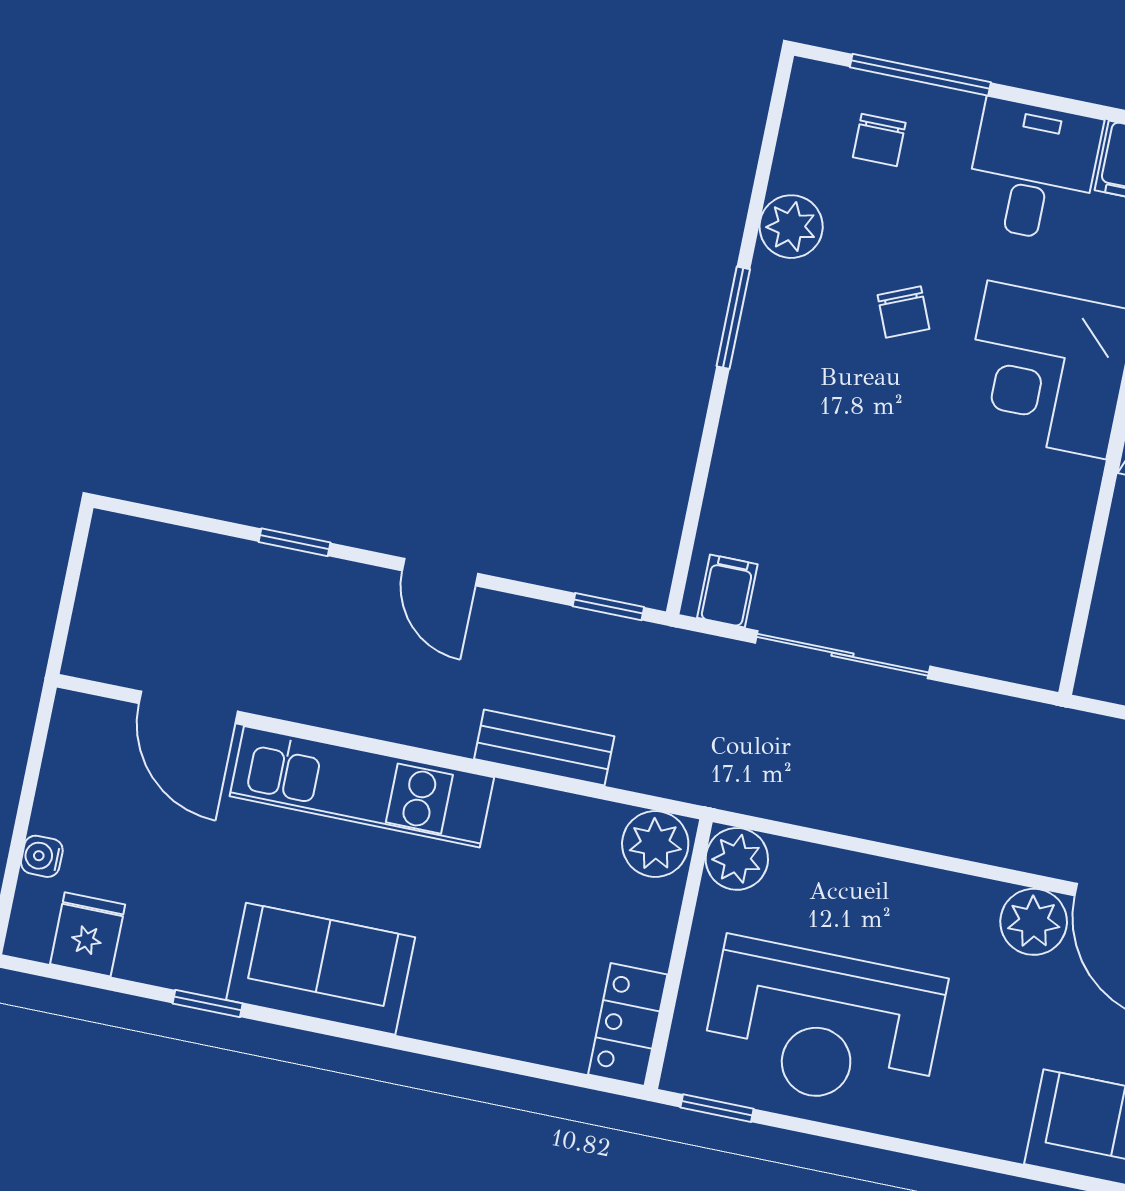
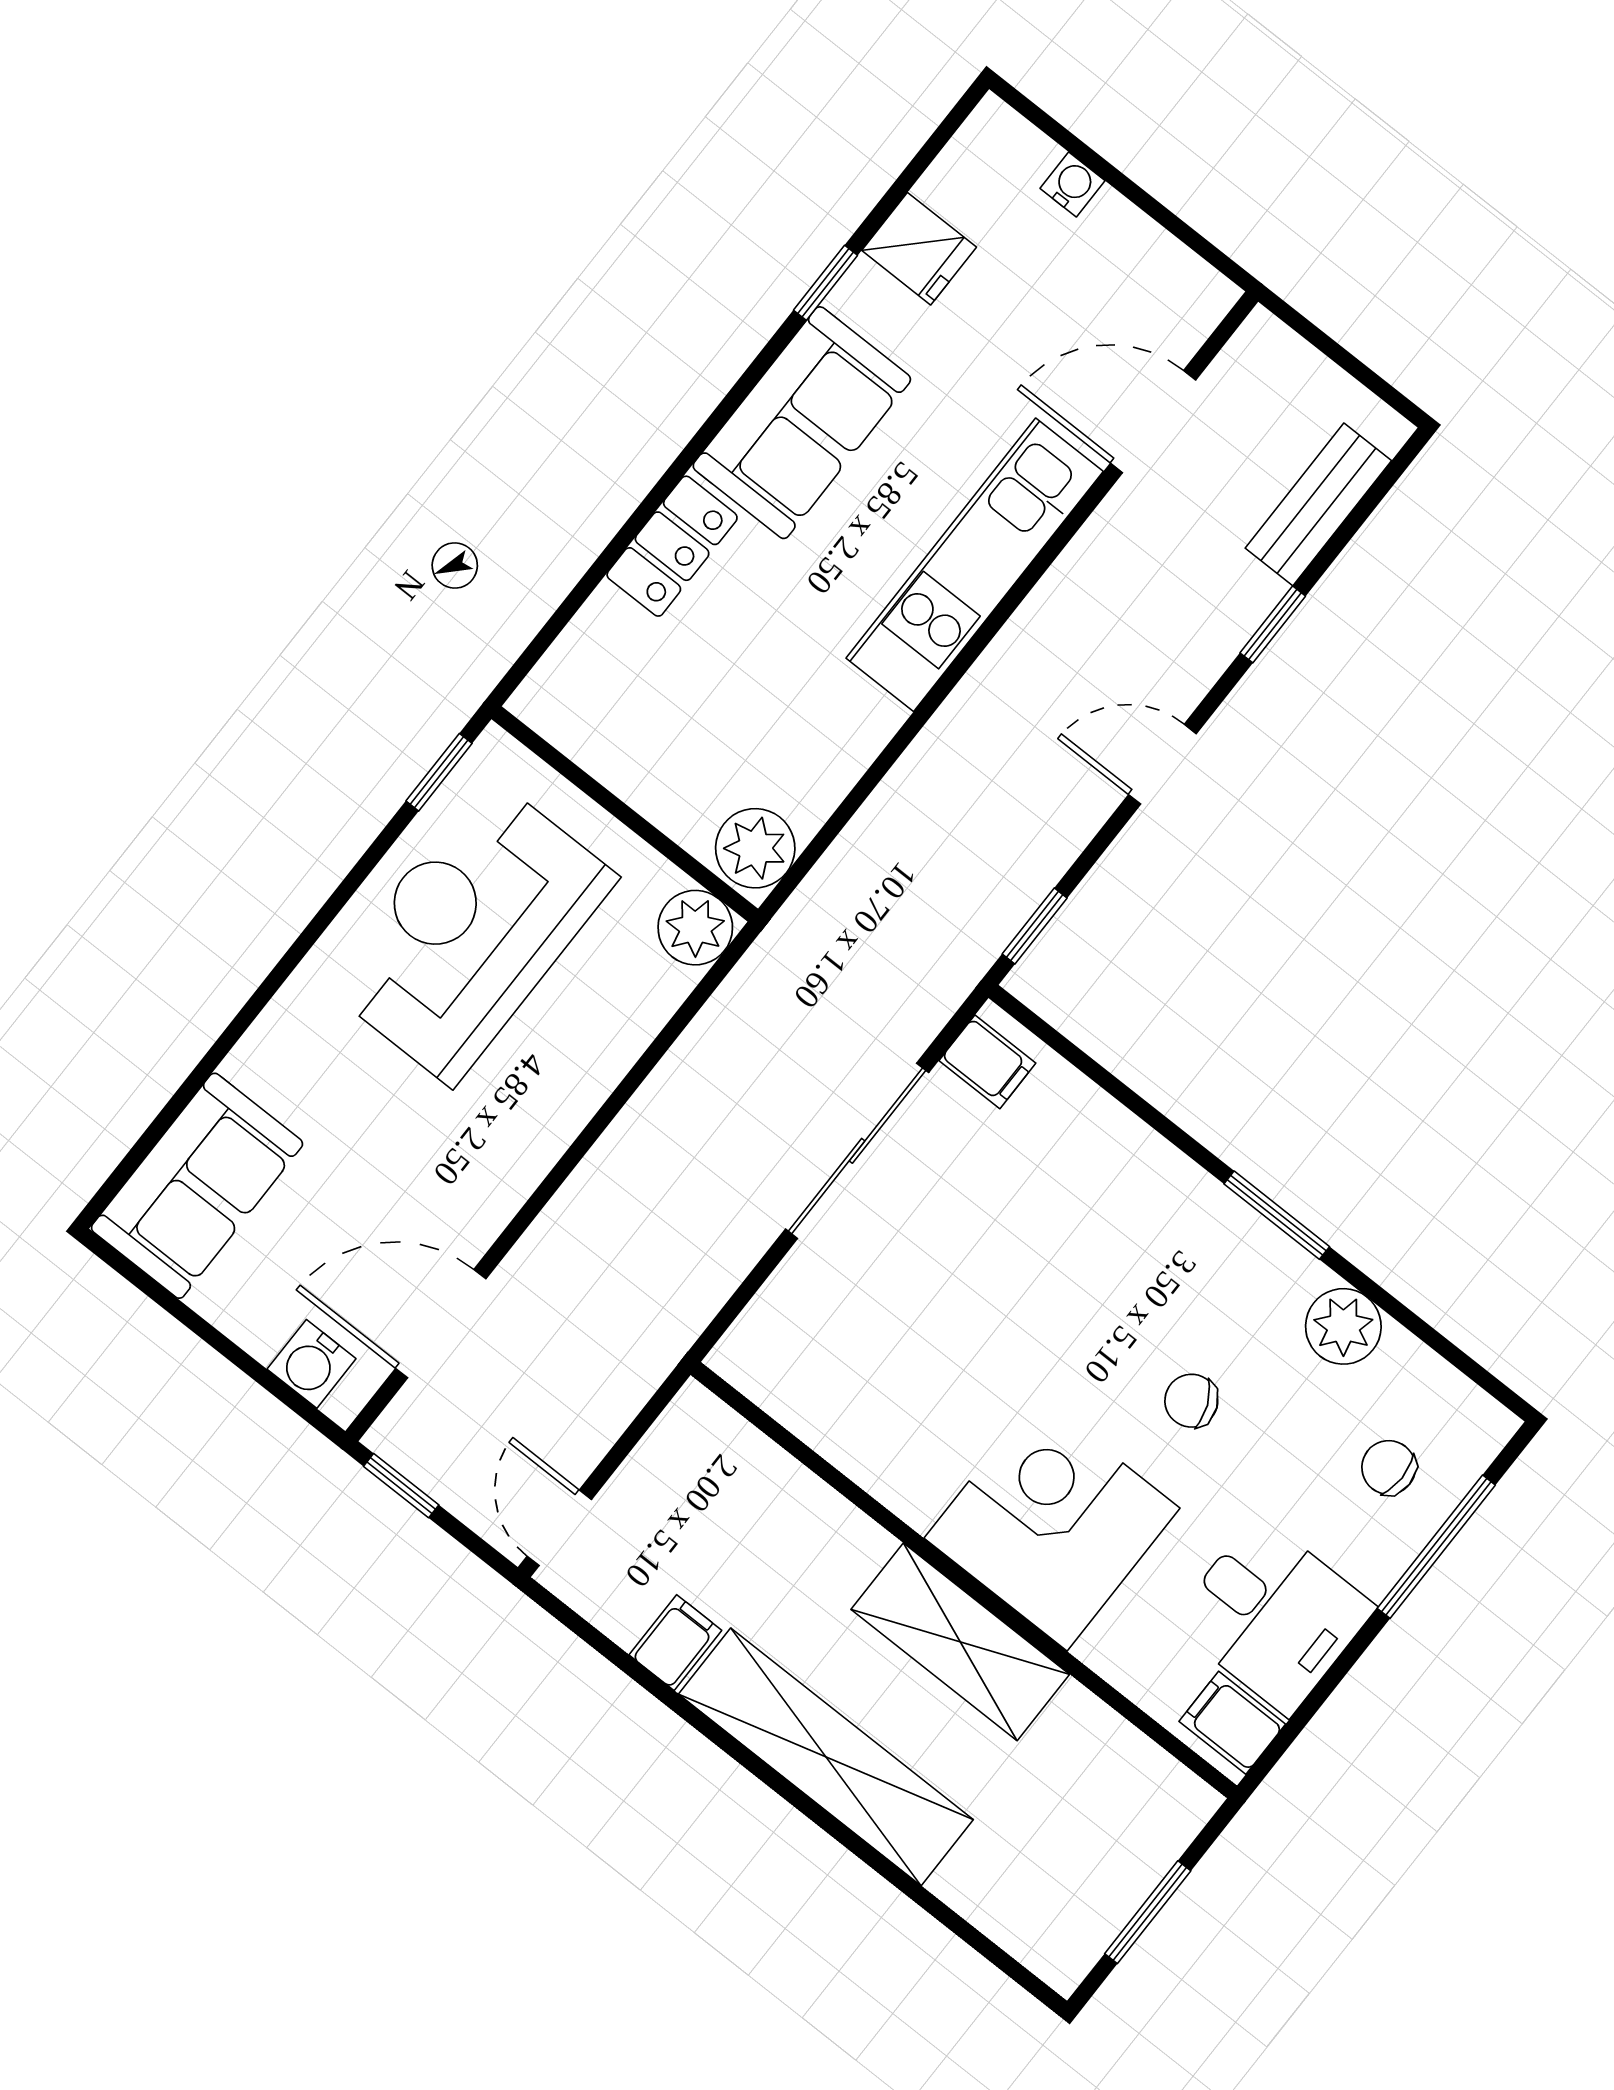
bench: (544, 748) -> (1318, 504), moved
plant: (1034, 922) -> (468, 1212), removed
fridge: (88, 934) -> (919, 249), moved
locker: (628, 1024) -> (672, 546), moved, turned 90

